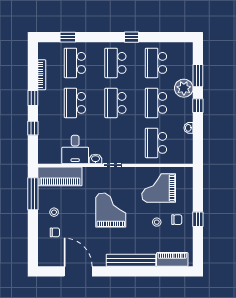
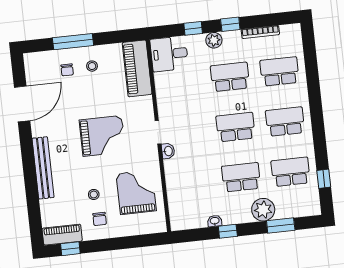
window: (68, 37) -> (311, 59), removed
window: (132, 37) -> (324, 179), moved
window: (198, 106) -> (228, 231), moved
plant: (44, 113) -> (214, 40), added
school desk: (156, 143) -> (192, 183), removed
desk: (75, 150) -> (169, 54), moved
washbasin: (95, 159) -> (168, 151), moved
window: (33, 194) -> (73, 42), moved
window: (198, 219) -> (70, 249), moved
piano: (172, 259) -> (62, 235), moved, turned -90

